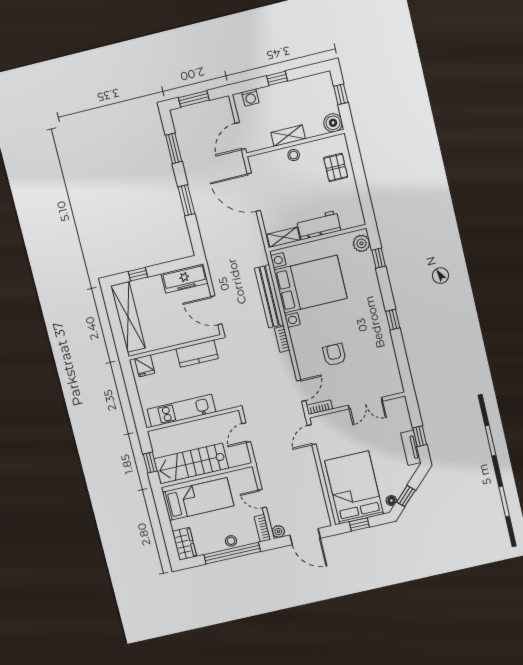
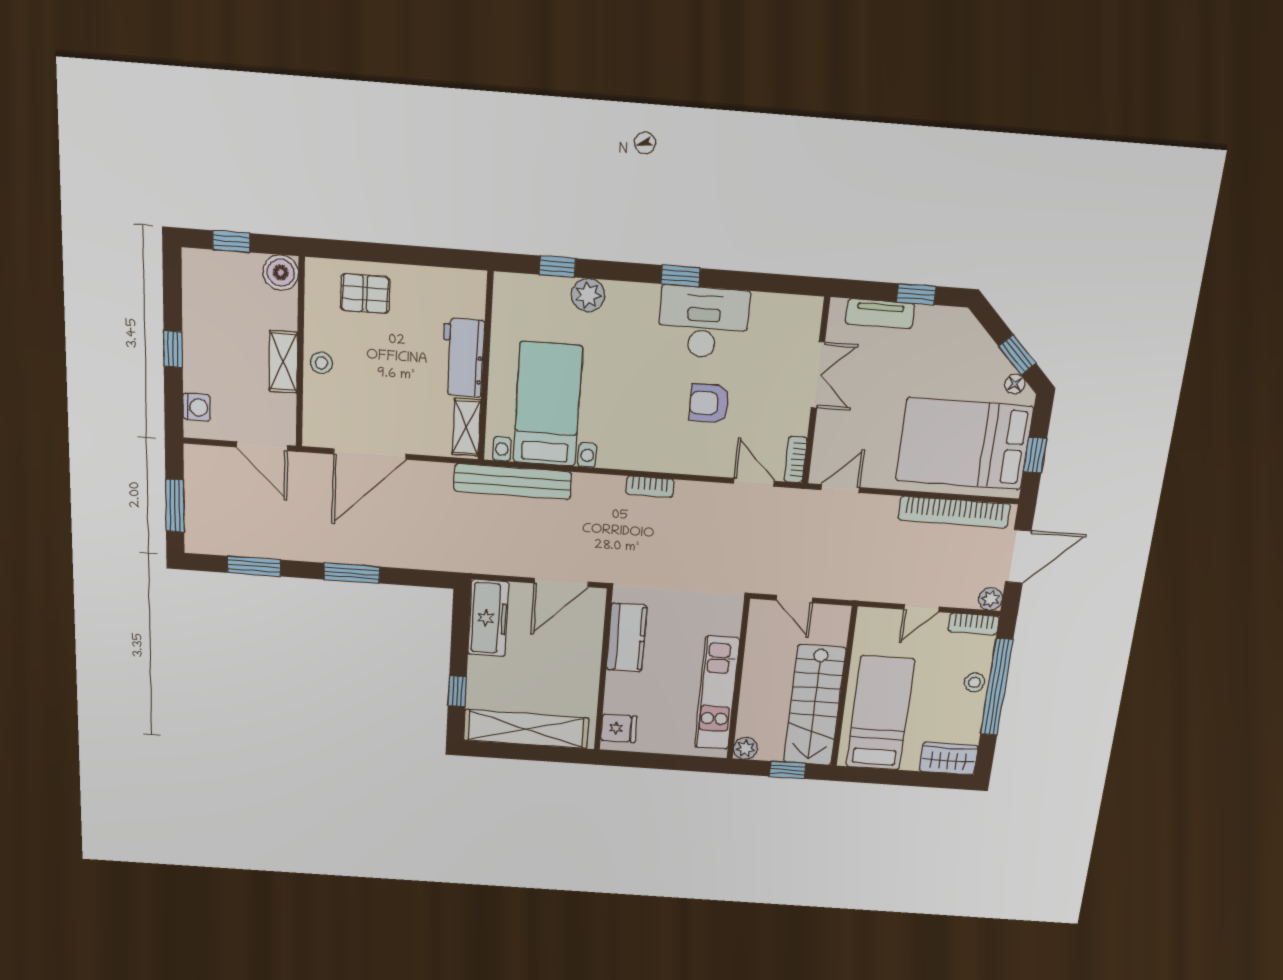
plant: (361, 243) -> (588, 295), moved
bed with nightstands: (311, 284) -> (548, 404), width x0.73
bench: (269, 296) -> (513, 482), moved
desk: (374, 338) -> (703, 322), added
door: (312, 435) -> (840, 489), swing flipped
plant: (155, 436) -> (745, 748), added
tv unit: (411, 448) -> (880, 314), moved
bookcase: (318, 496) -> (954, 512), added

